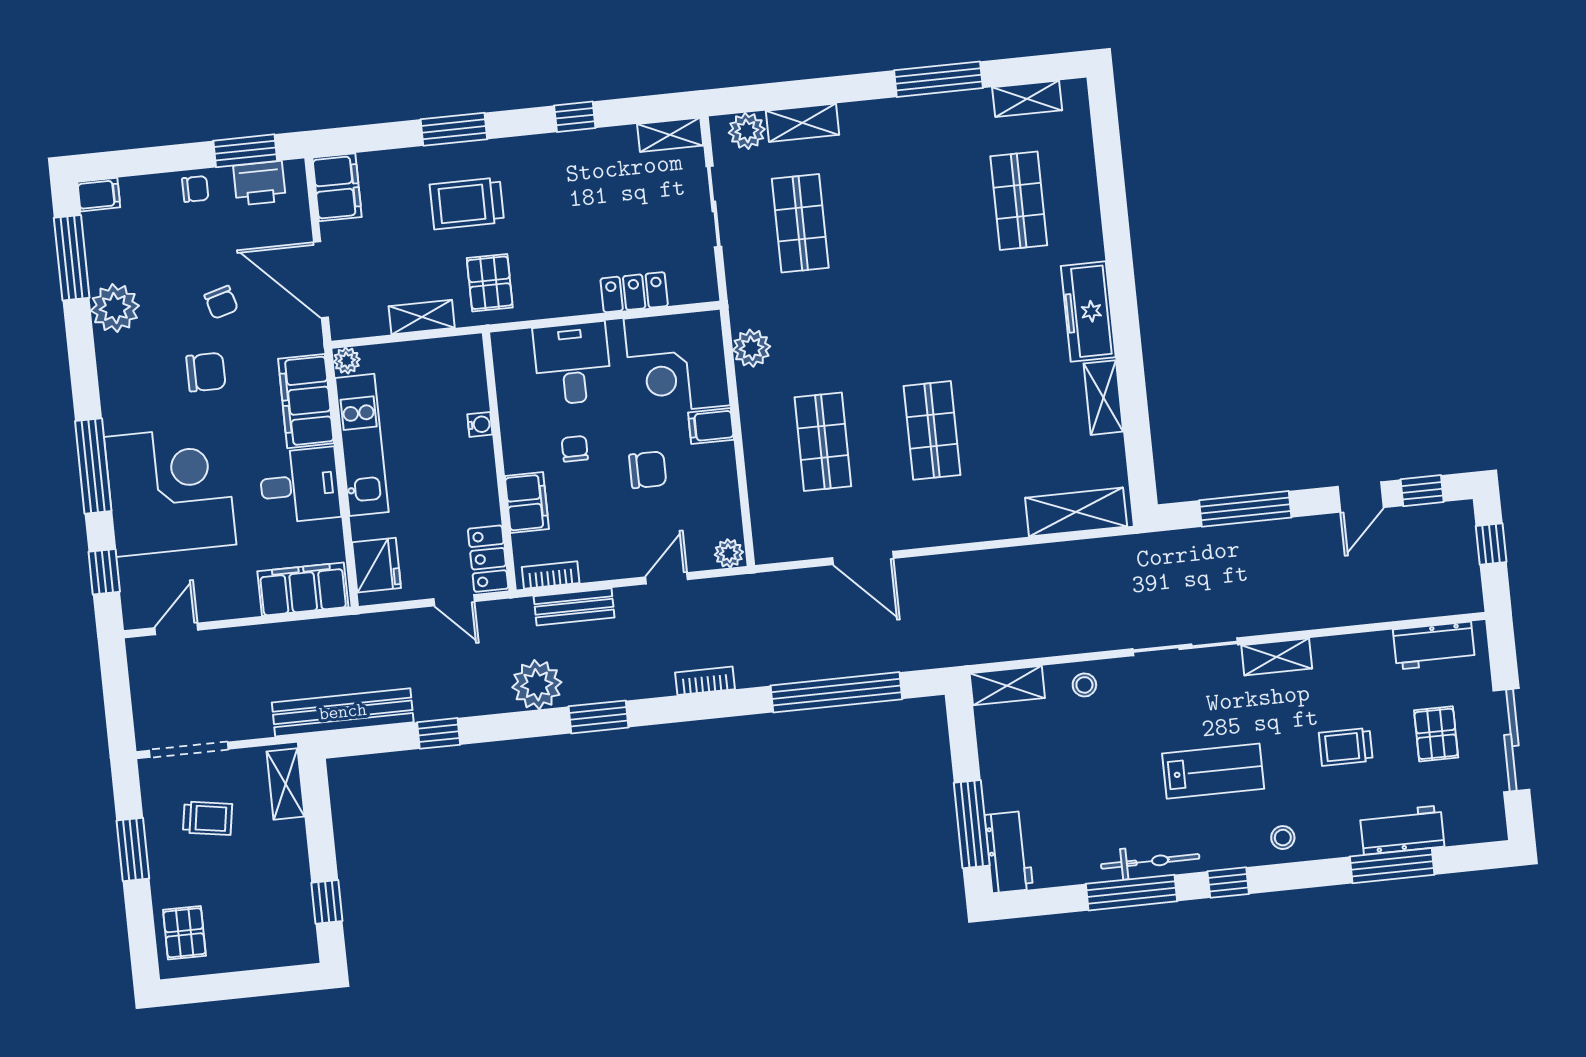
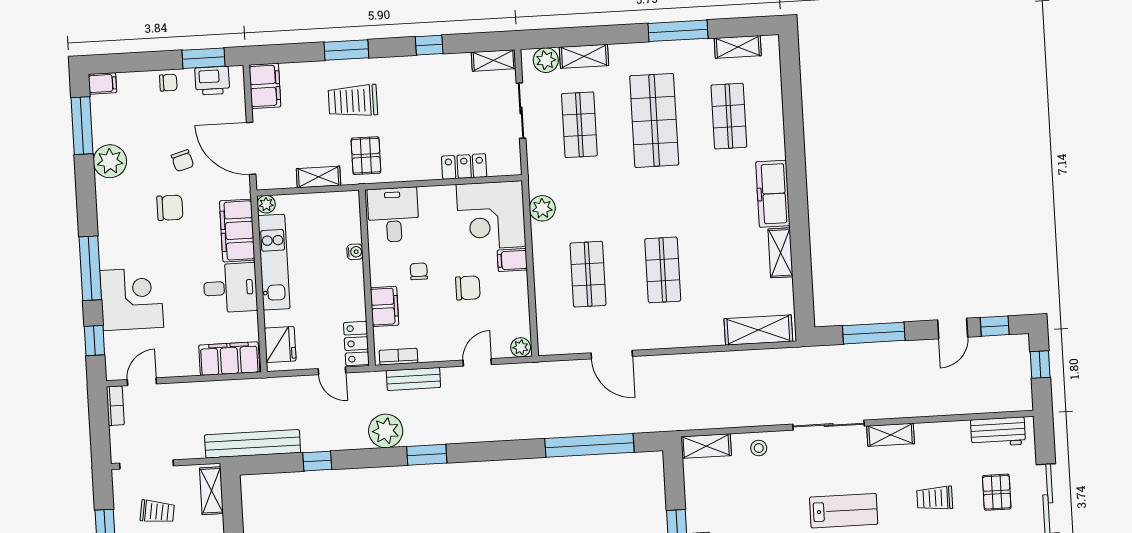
shop shelf: (909, 212) -> (654, 120), added
desk: (572, 363) -> (393, 215), moved
corner desk: (170, 491) -> (132, 299), width x0.74, depth x0.74
bookcase: (705, 681) -> (115, 406), moved, turned 90

